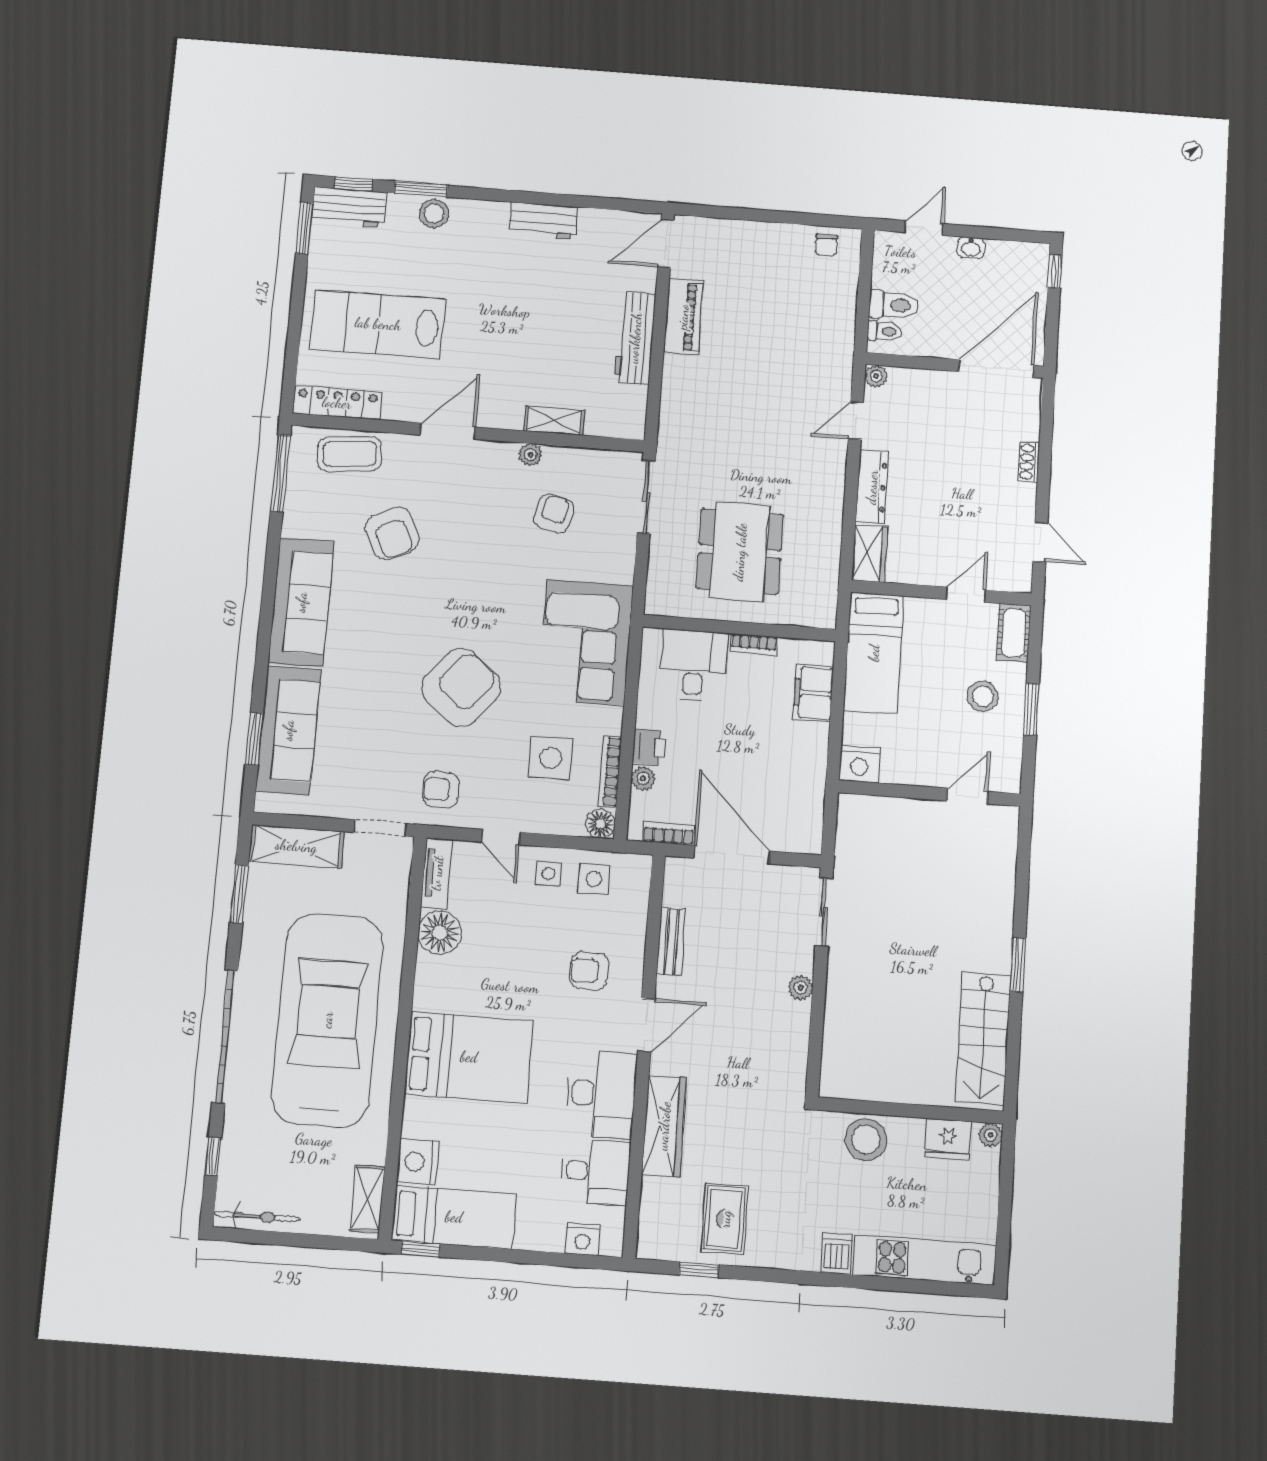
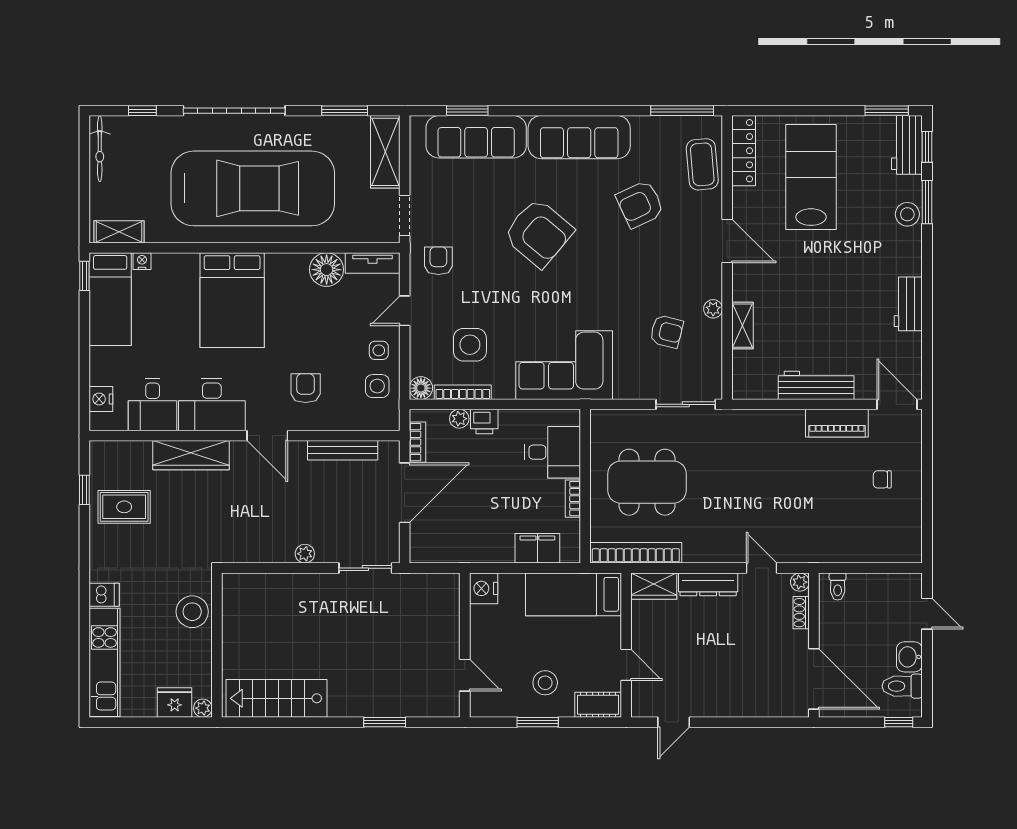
chair: (826, 245) -> (882, 479), moved
washbasin: (971, 248) -> (909, 657), width x1.38, depth x1.45
toilet: (894, 305) -> (902, 686), moved, turned 90
shoe rack: (1029, 462) -> (801, 613), moved, turned -90
bookcase: (827, 572) -> (636, 553), added
armchair: (461, 687) -> (538, 233), moved
bench: (671, 941) -> (343, 450), width x1.36
window: (1018, 965) -> (385, 722), moved
fridge: (948, 1139) -> (175, 702), moved, turned 90
nightstand: (418, 1162) -> (142, 261), width x0.53, depth x0.56

